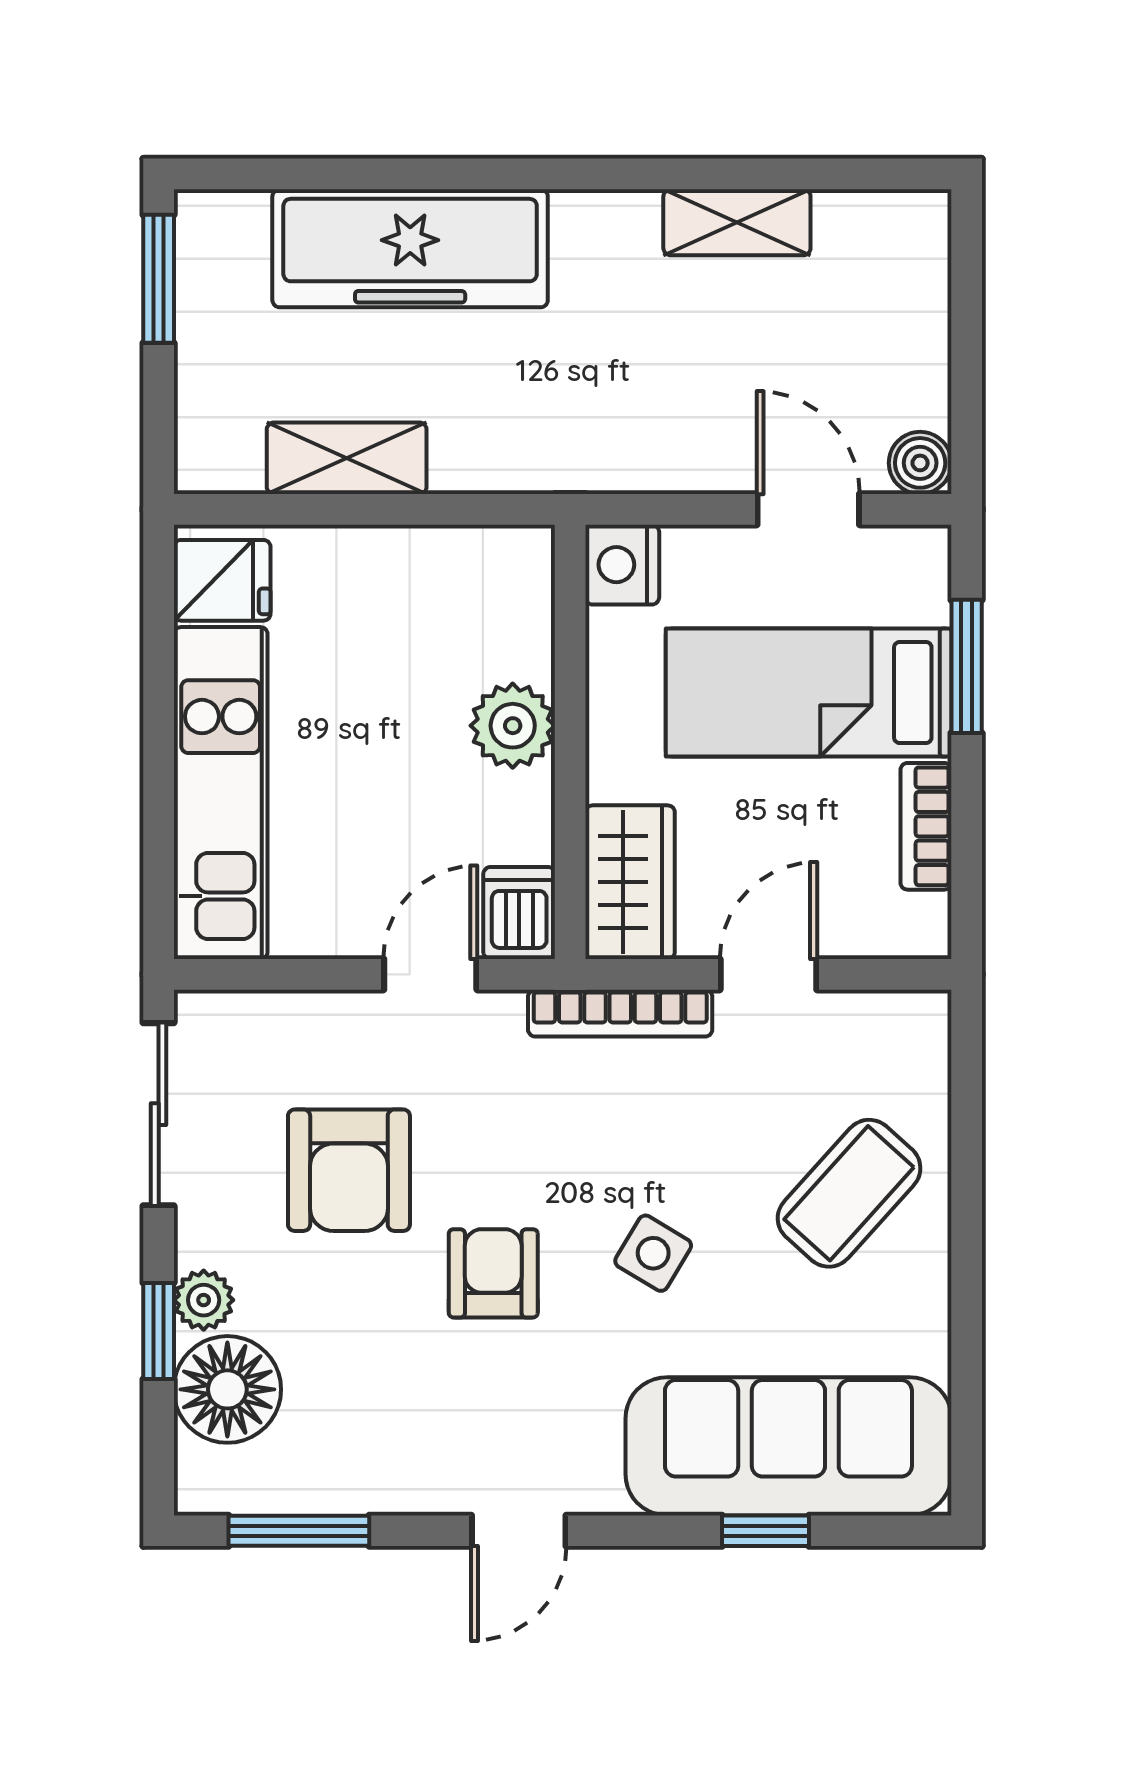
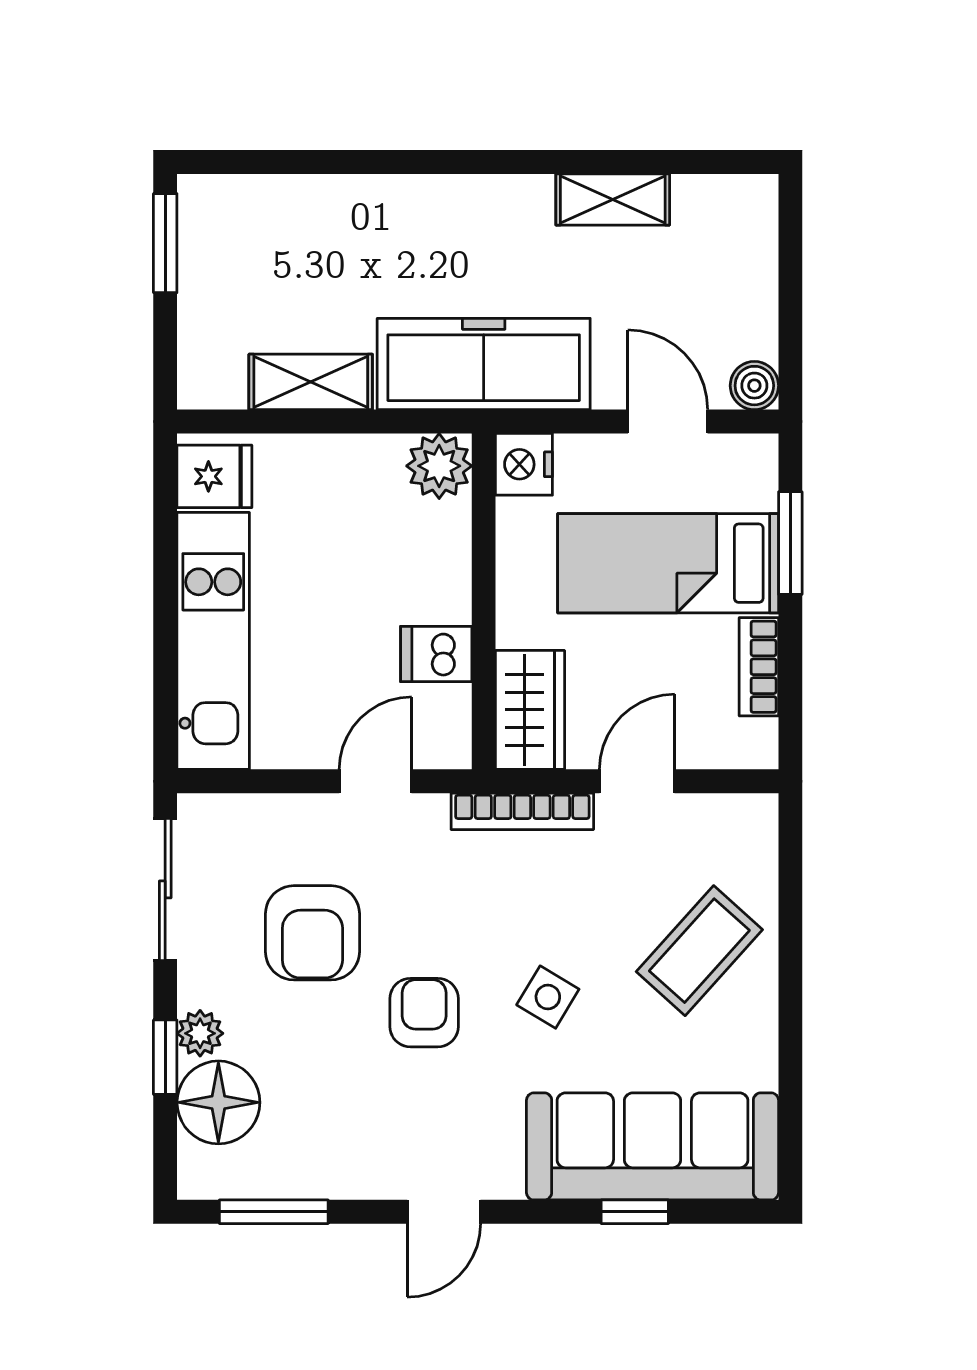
freezer: (410, 248) -> (484, 364), moved, turned 180
plant: (513, 726) -> (439, 466), moved
dishwasher: (519, 913) -> (436, 654), moved, turned -90

